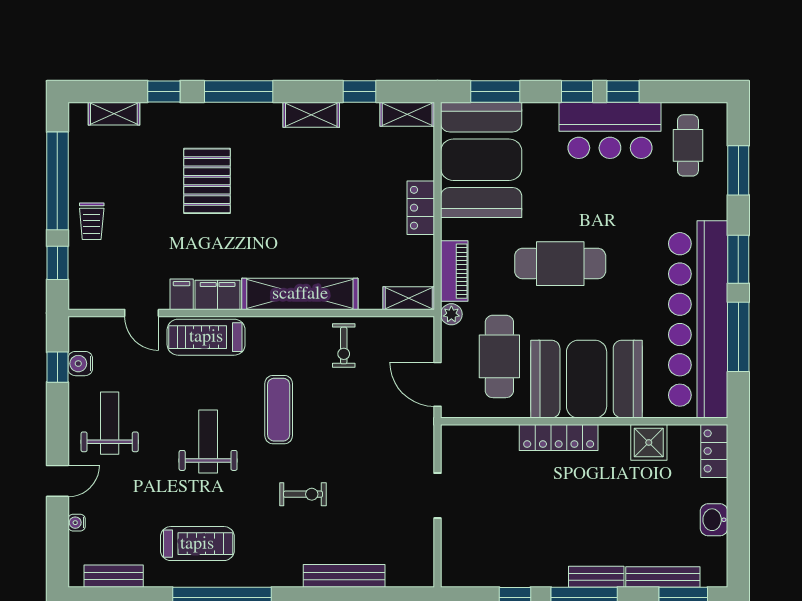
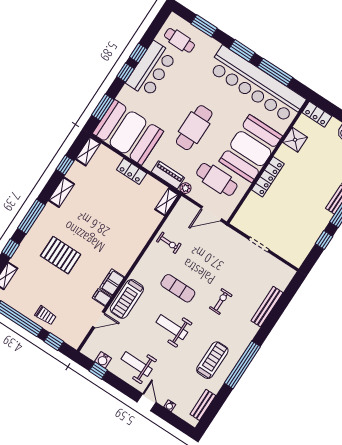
shelving: (300, 294) -> (135, 247), removed

